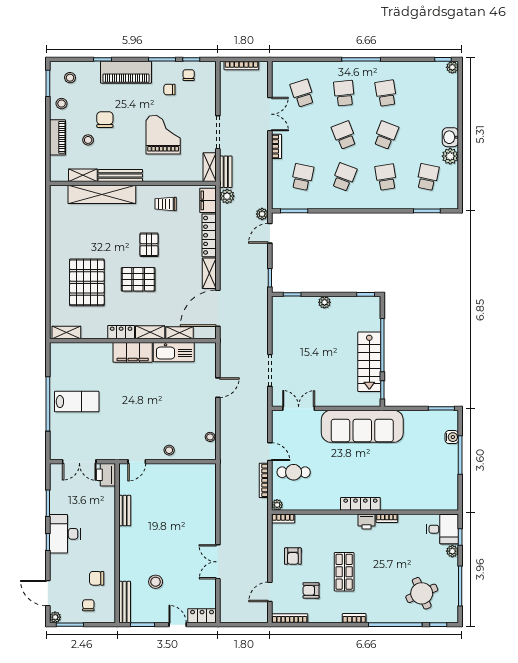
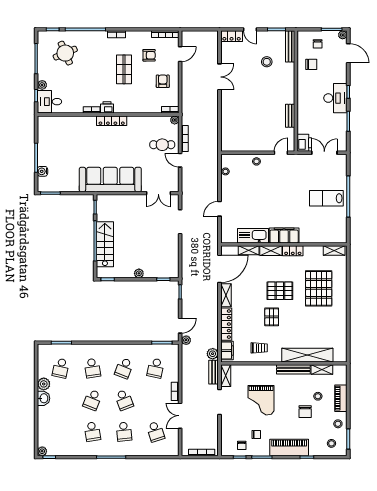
stairs: (369, 362) -> (105, 244), moved

